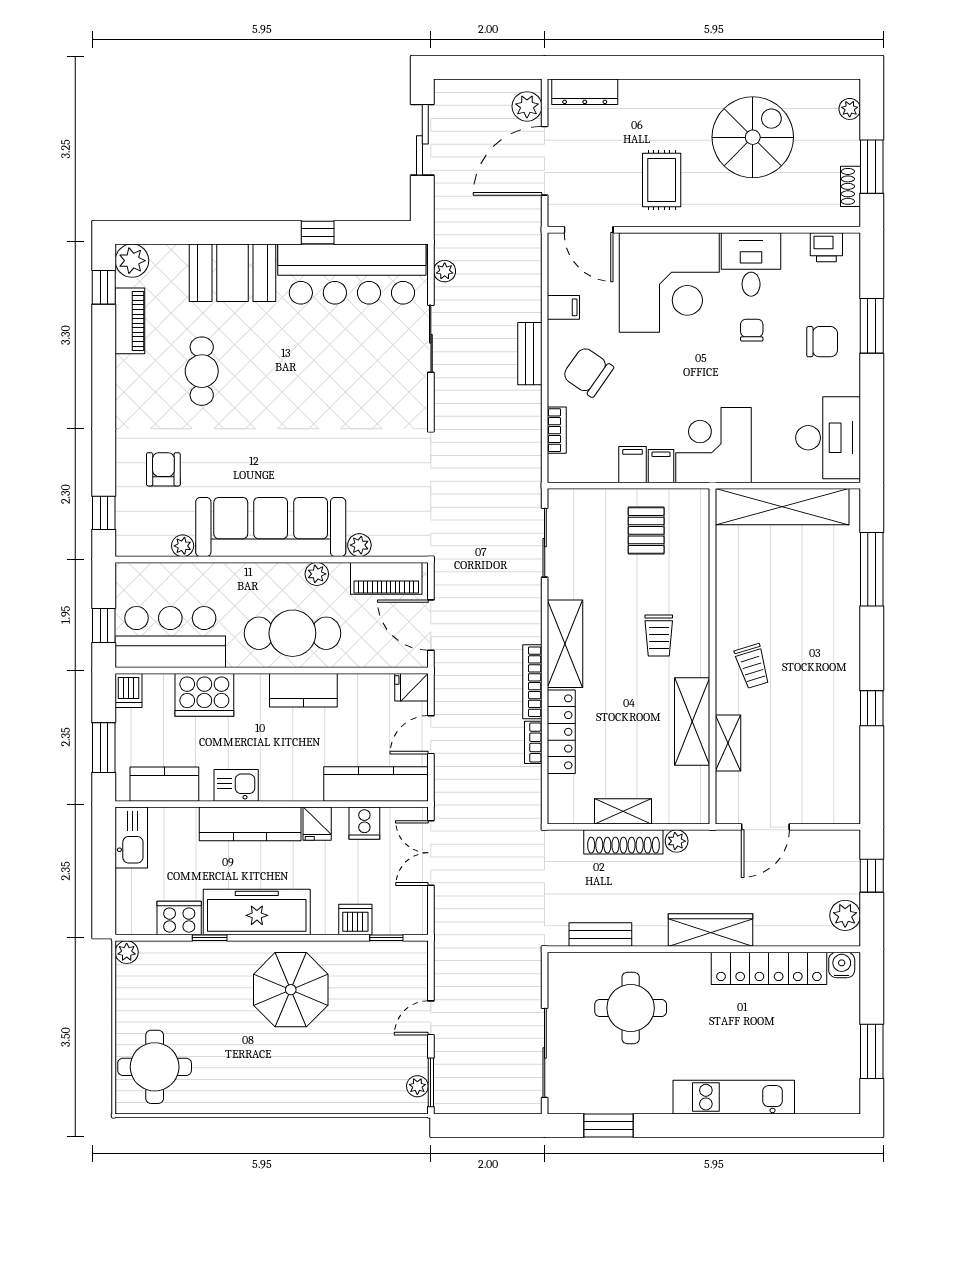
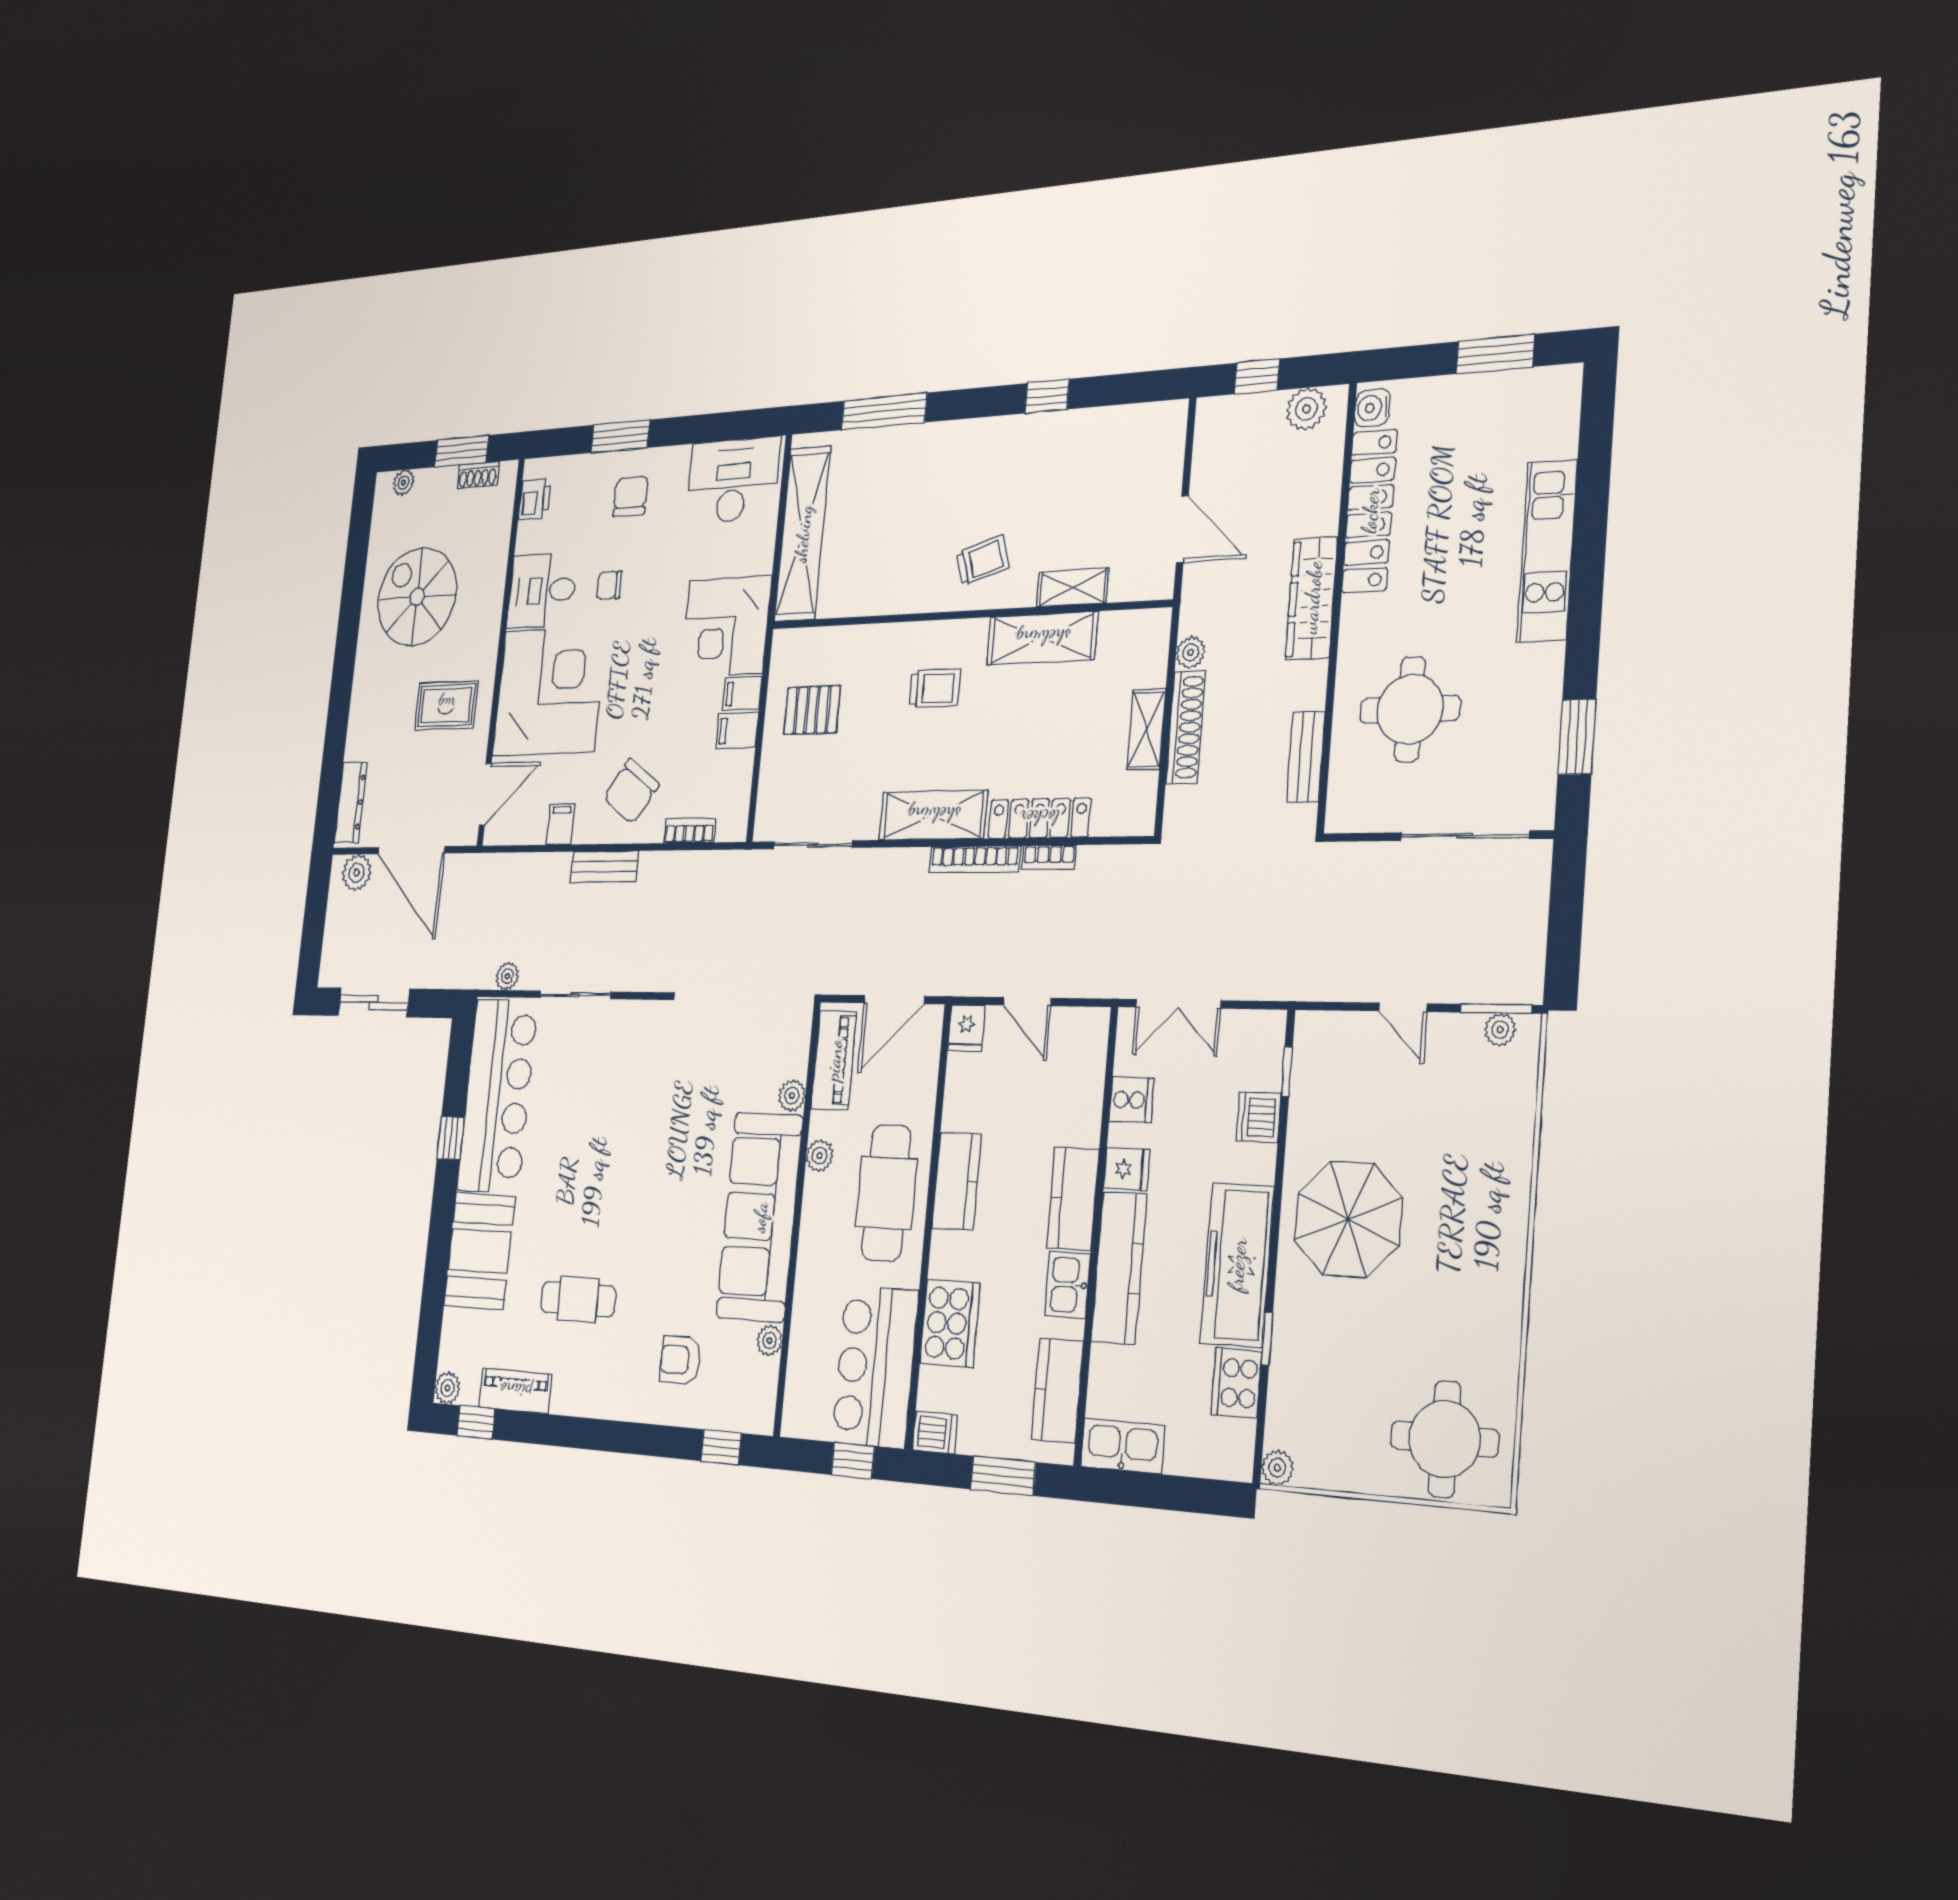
plant: (132, 261) -> (447, 1388), width x0.73, depth x0.73
kitchen counter: (376, 784) -> (1073, 1198), moved, width x0.67

